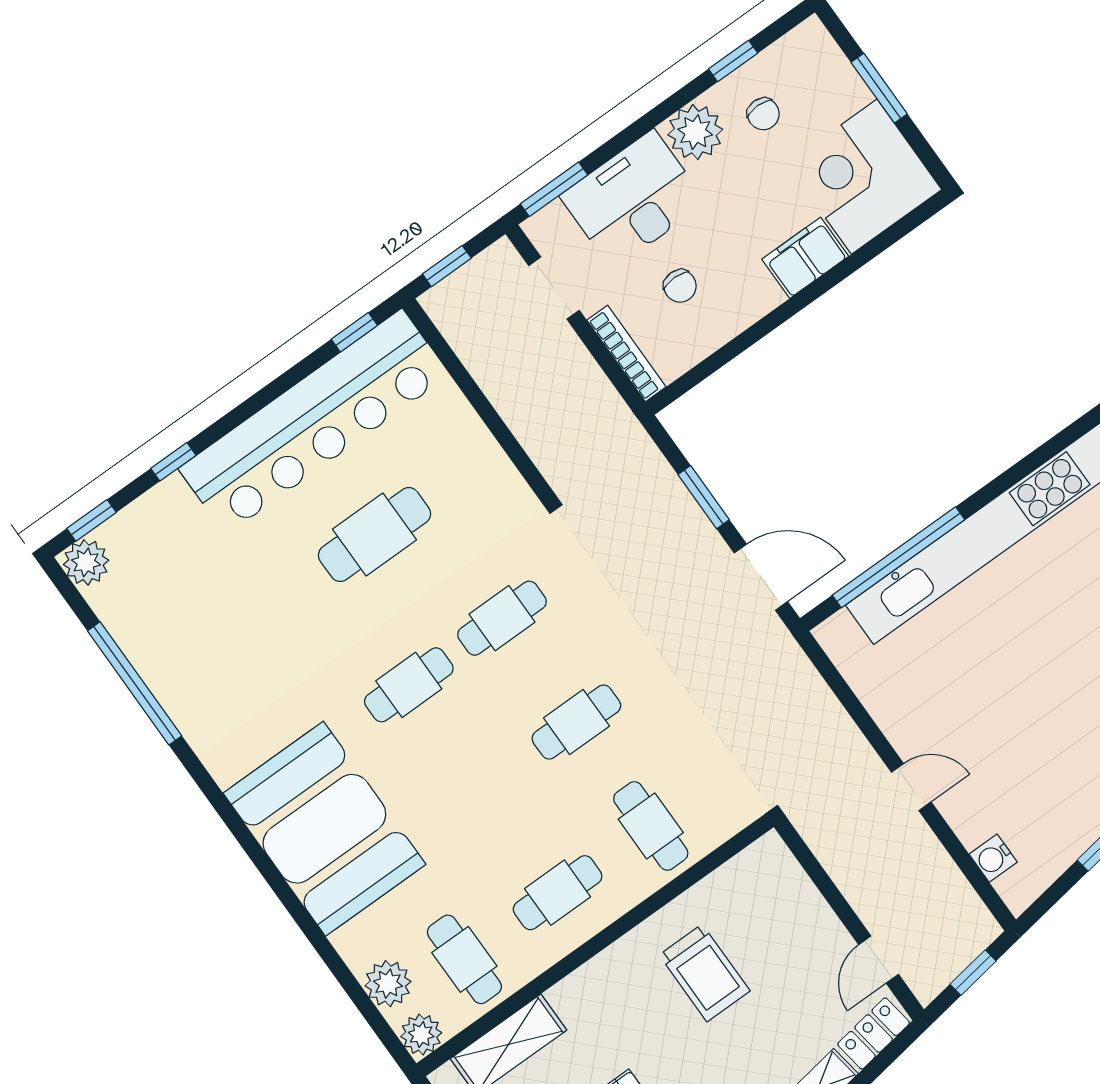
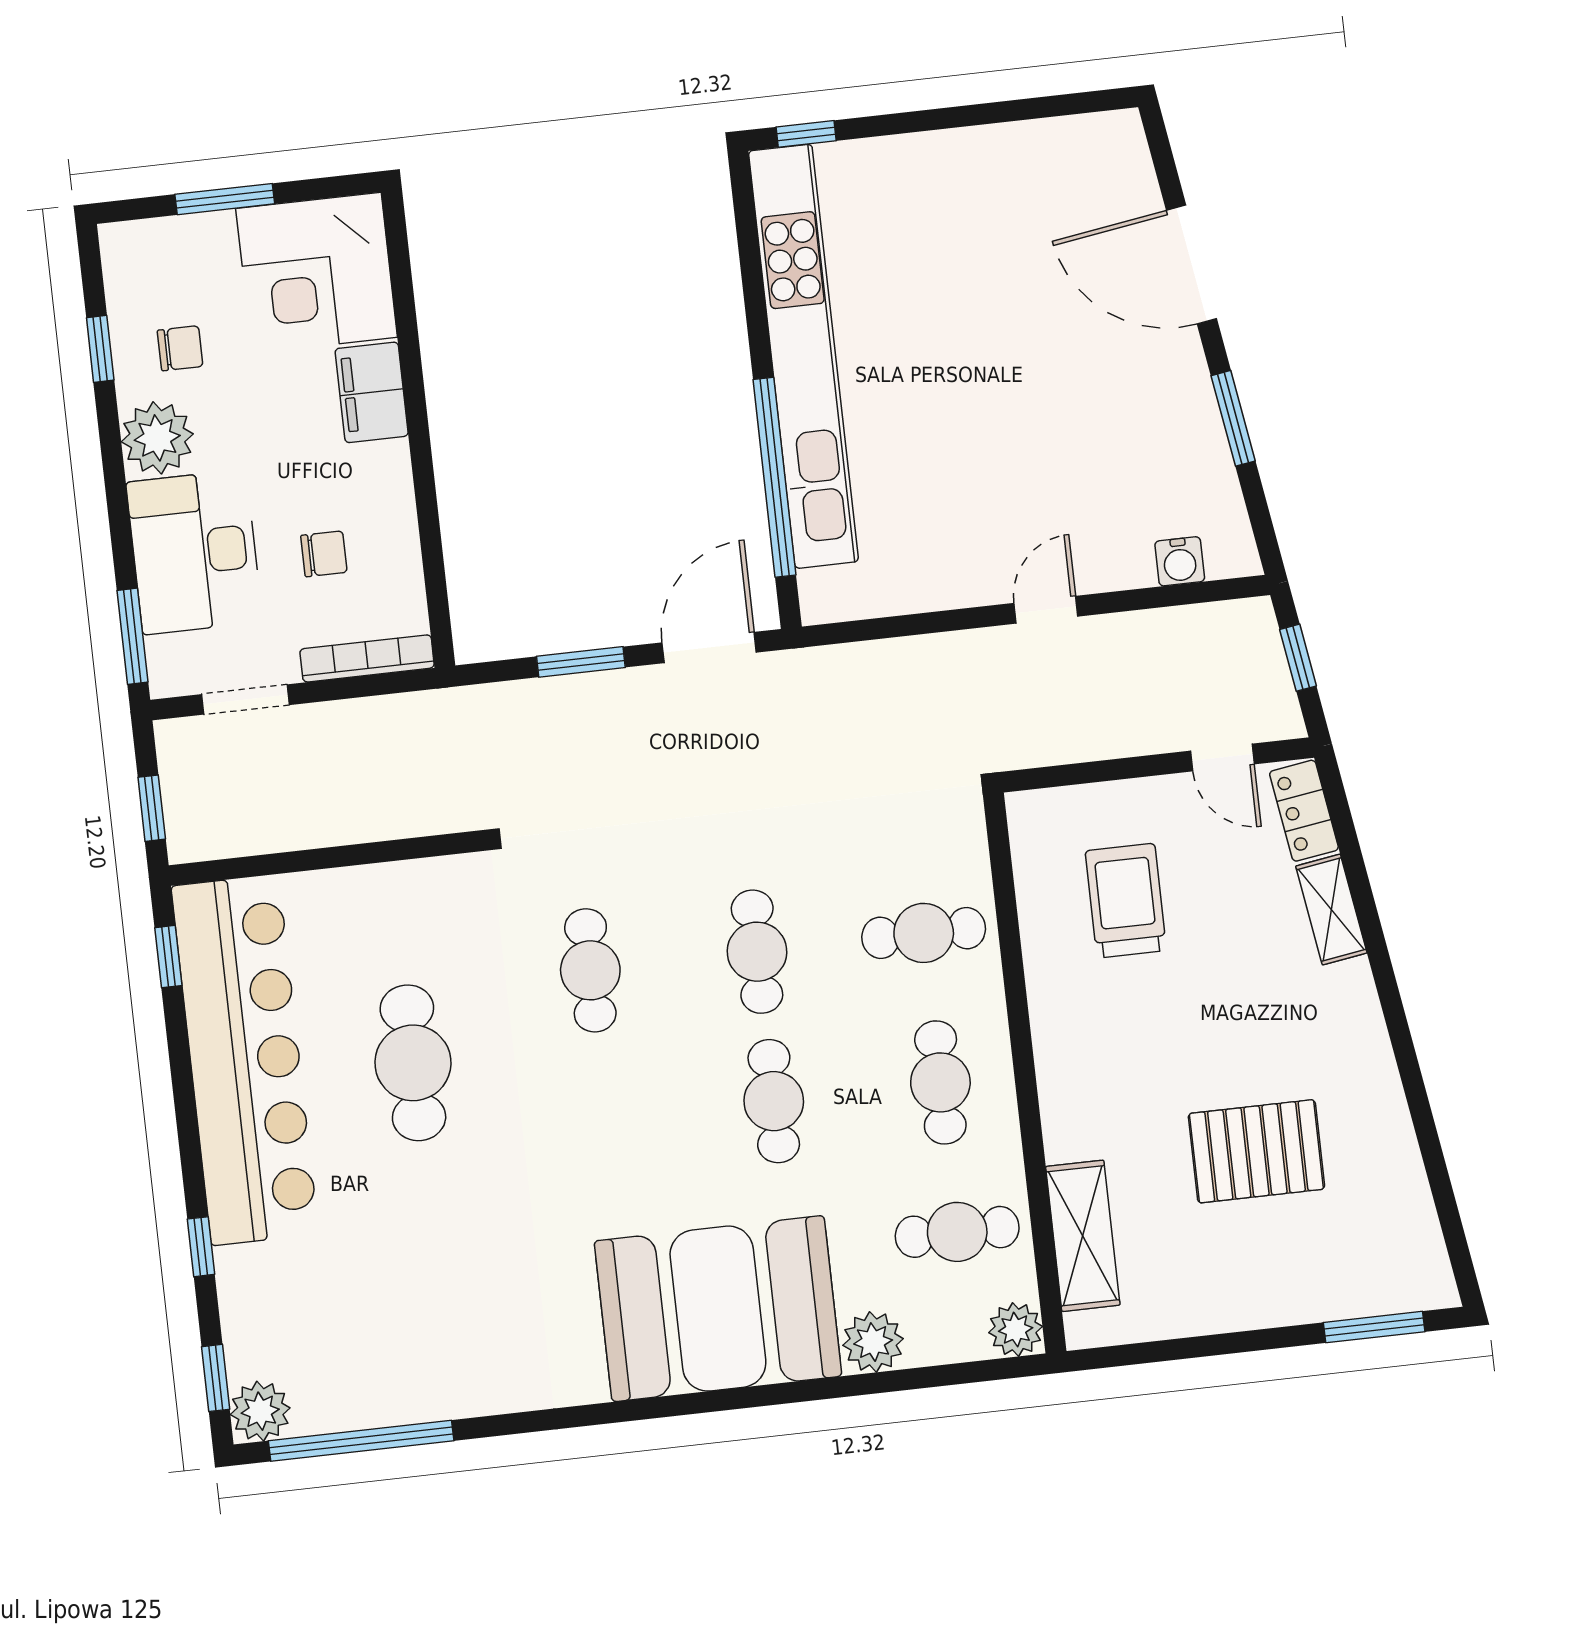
window: (135, 683) -> (361, 1441), moved
cafe table: (409, 685) -> (774, 1101), moved
trolley: (705, 973) -> (1126, 901), moved, turned -90
plant: (388, 984) -> (873, 1342), moved

